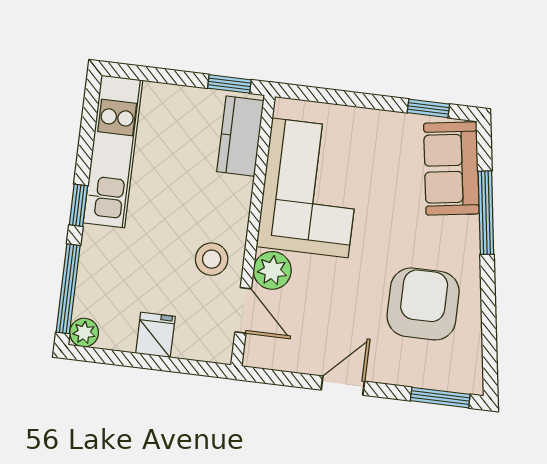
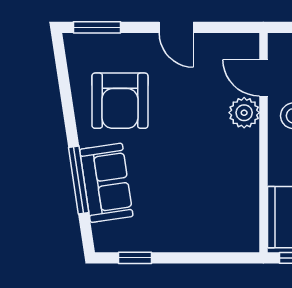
sofa: (451, 169) -> (106, 183), moved
corner sofa: (310, 188) -> (222, 183), removed
door: (343, 386) -> (176, 27), hinge flipped

